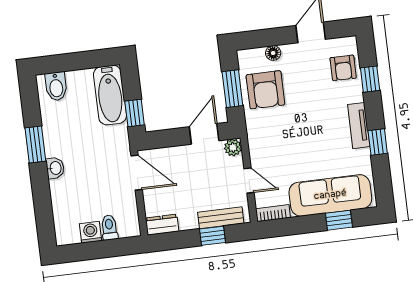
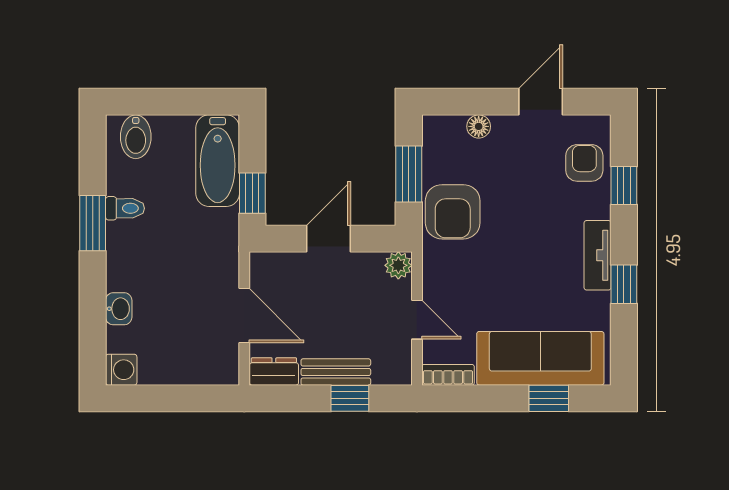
armchair: (343, 68) -> (584, 163), turned 180
armchair: (265, 90) -> (453, 212), moved
door: (204, 134) -> (328, 239), moved
washbasin: (55, 168) -> (119, 309), moved
door: (137, 173) -> (244, 315), moved
bench: (221, 218) -> (336, 372), moved
toilet: (109, 228) -> (125, 208), moved, turned 90
washing machine: (91, 232) -> (121, 370), moved, turned 90

